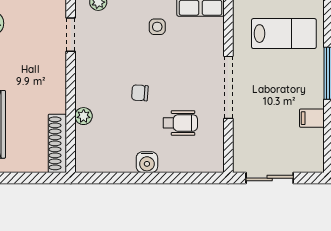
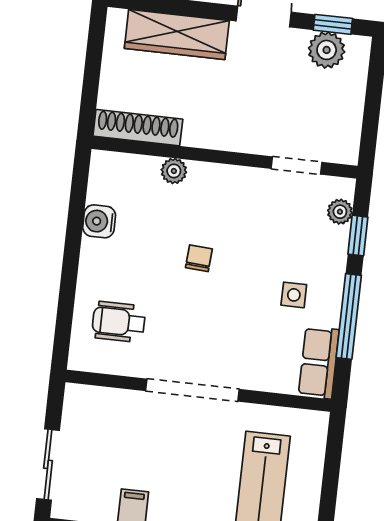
wheelchair: (180, 123) -> (119, 322), moved, turned 90
water cooler: (147, 162) -> (99, 221), moved
sliding door: (270, 178) -> (48, 464), moved

